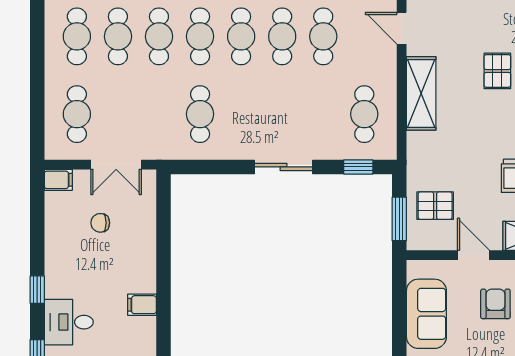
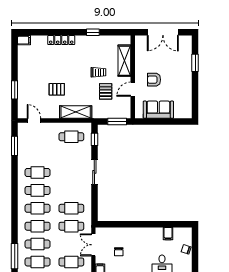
door: (402, 28) -> (34, 120), swing flipped
cafe table: (323, 36) -> (71, 226), moved
pallet: (497, 71) -> (57, 89), moved
shelving: (421, 93) -> (76, 112), moved
double door: (116, 165) -> (93, 245), swing flipped
pallet: (435, 206) -> (106, 91), moved
filing cabinet: (142, 305) -> (168, 234), moved

